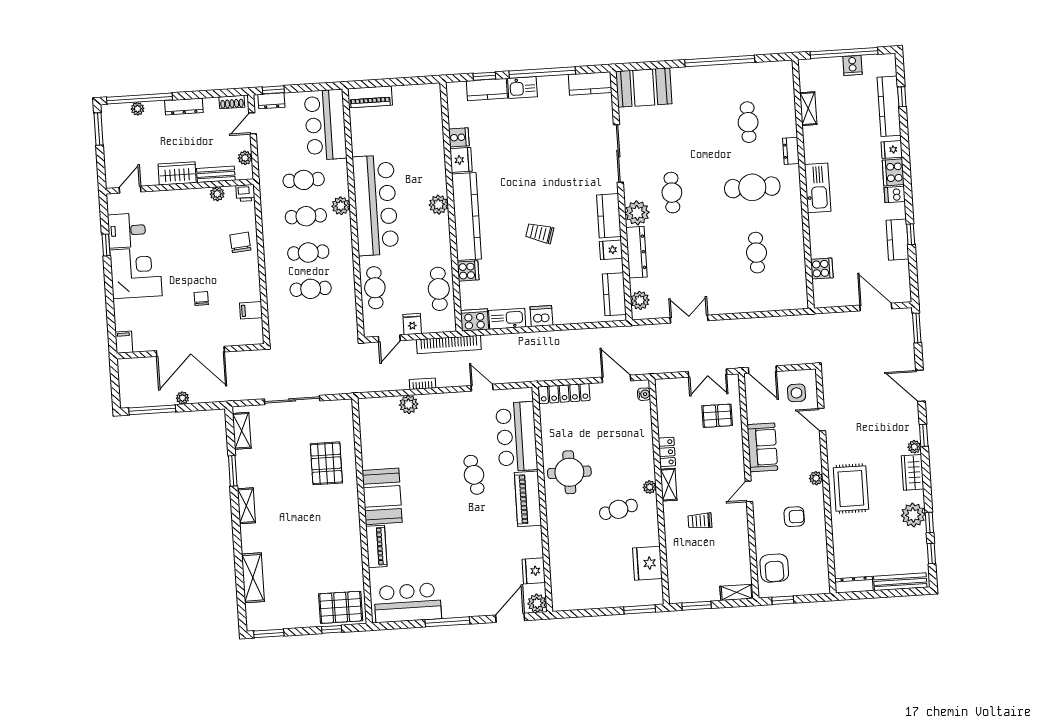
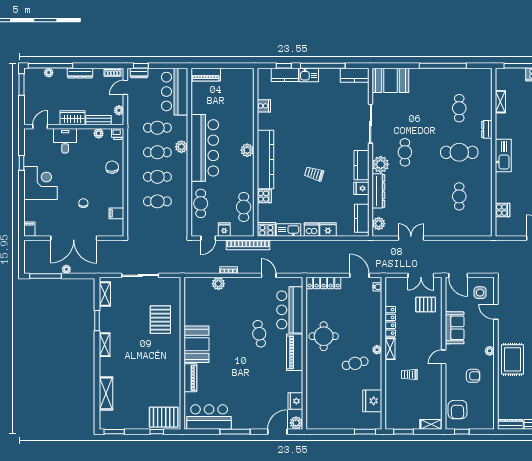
fridge: (461, 160) -> (328, 229), moved, turned -90
desk: (127, 230) -> (65, 141), moved, turned 90
locker: (667, 452) -> (390, 321), width x1.53

